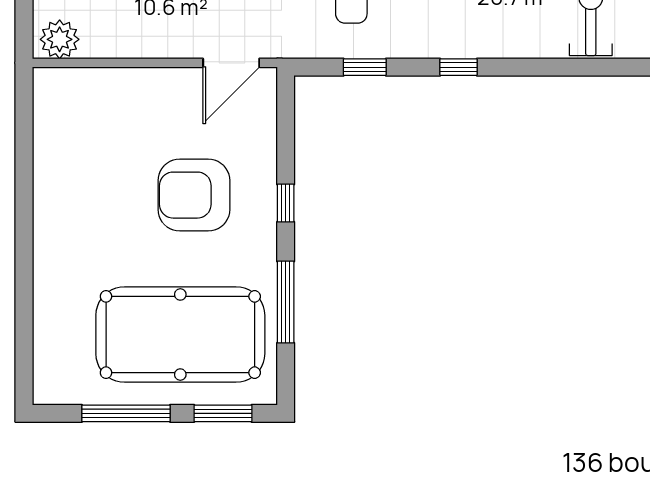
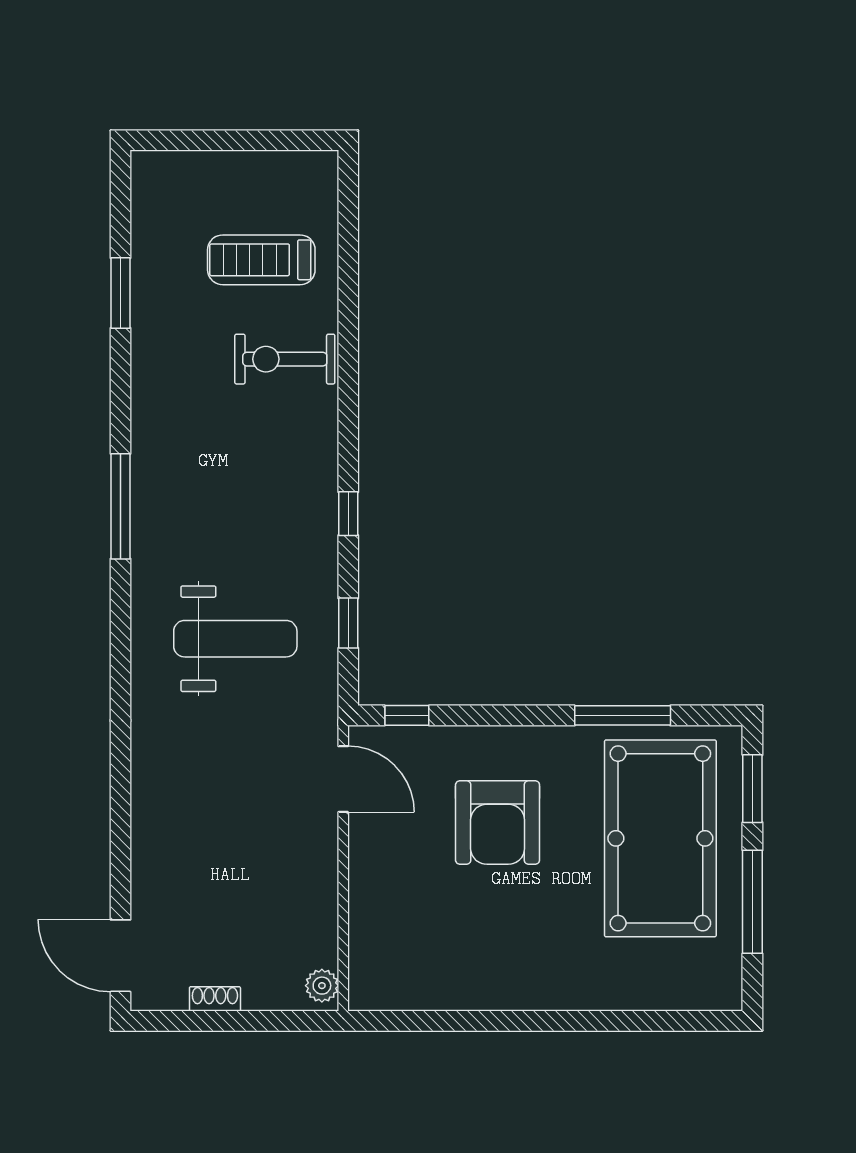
plant: (60, 39) -> (322, 986), width x0.73, depth x0.73
window: (286, 203) -> (407, 715), moved

